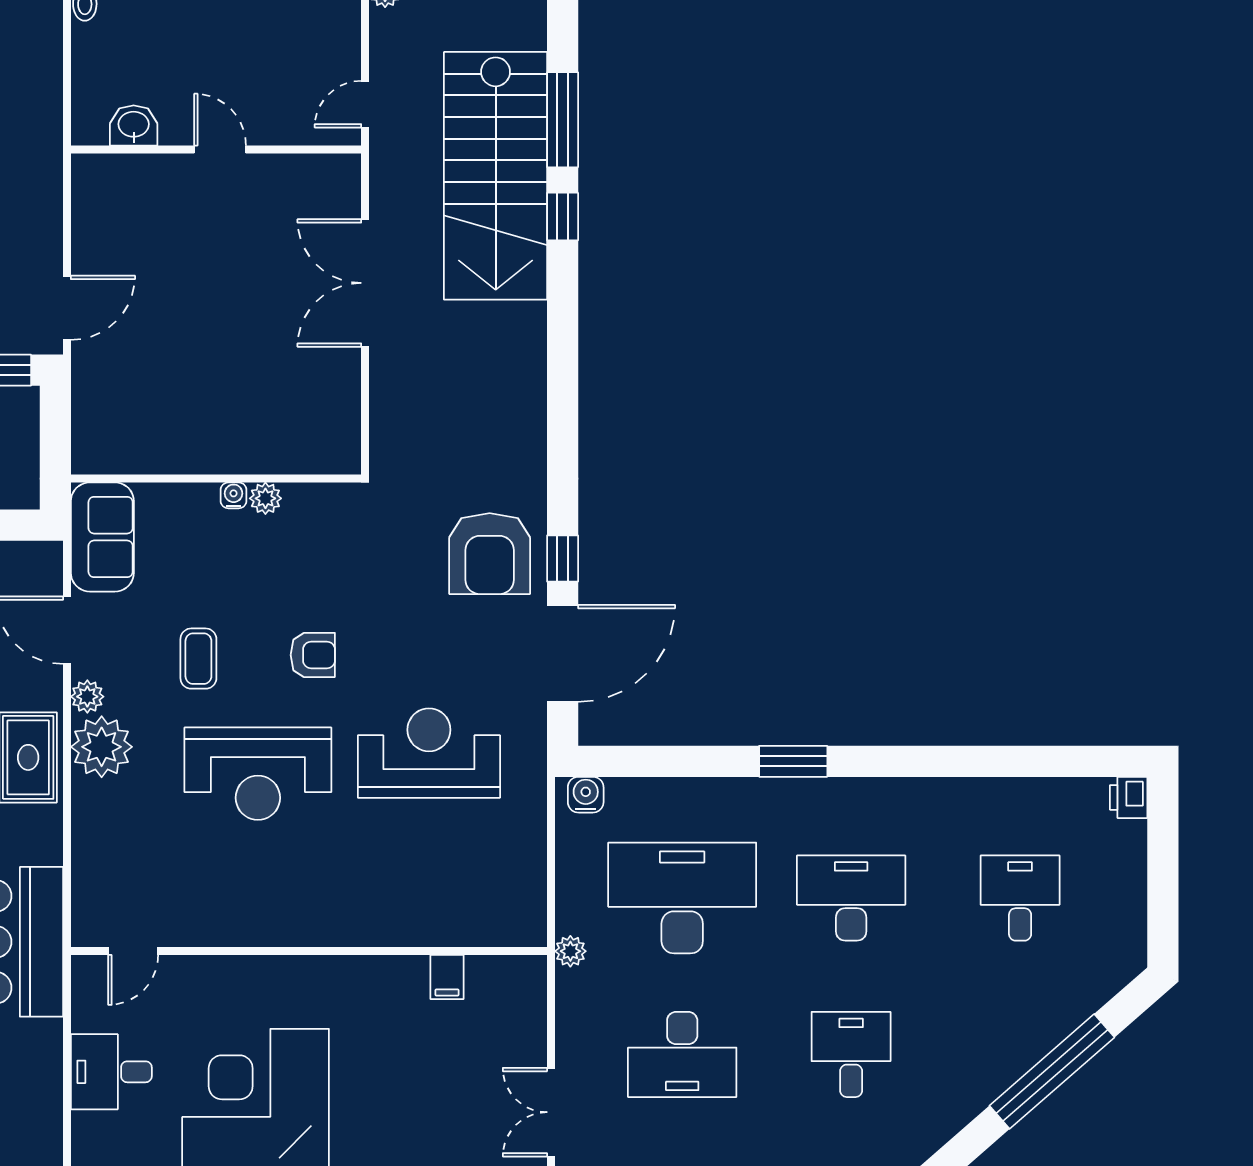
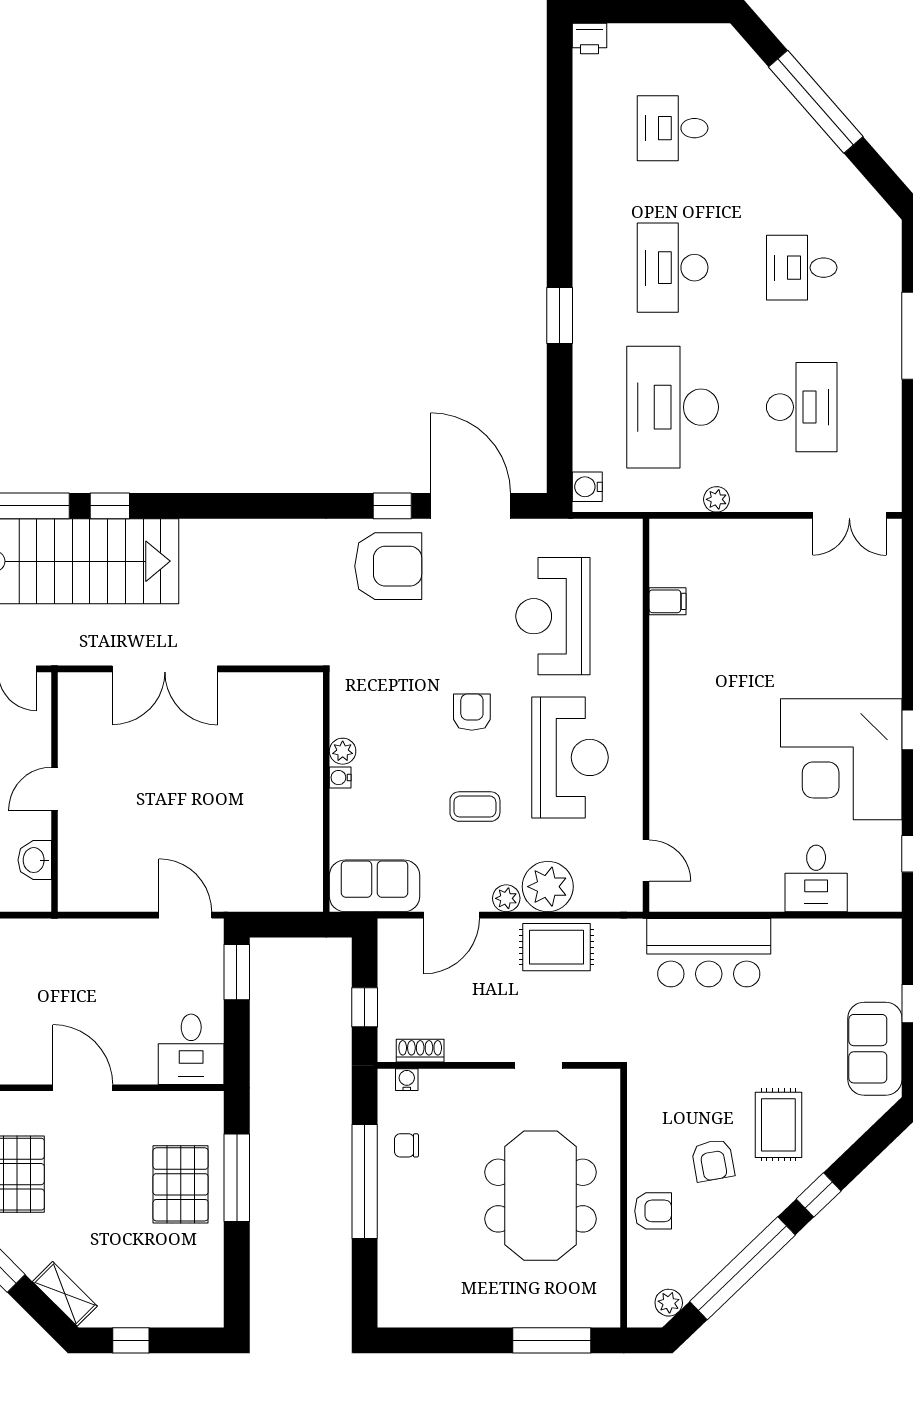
door: (133, 951) -> (646, 860), moved
wall: (309, 951) -> (646, 715), moved
filing cabinet: (447, 977) -> (667, 601), moved

